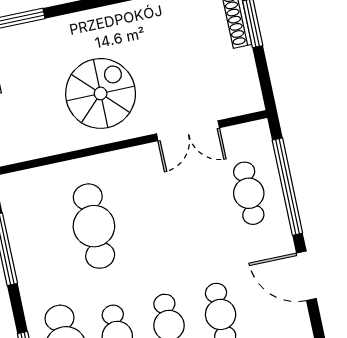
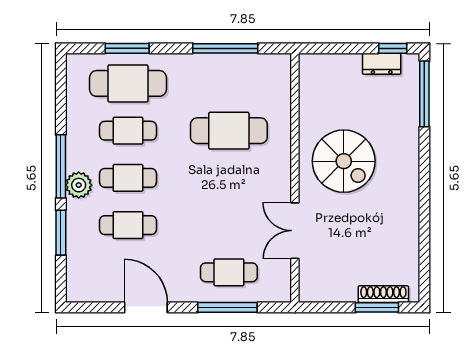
window: (287, 187) -> (227, 307), width x0.68
door: (306, 276) -> (146, 307), hinge flipped

